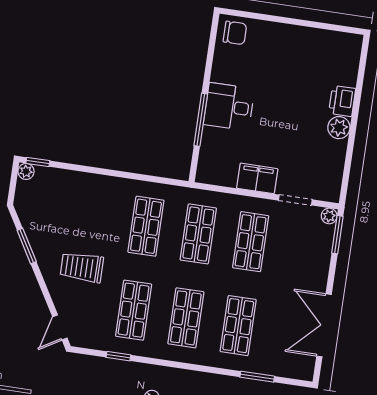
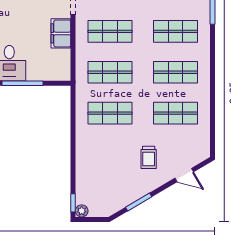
trolley: (82, 267) -> (149, 157), width x0.73, depth x0.72
door: (60, 327) -> (184, 175), moved
window: (118, 356) -> (212, 119), removed

